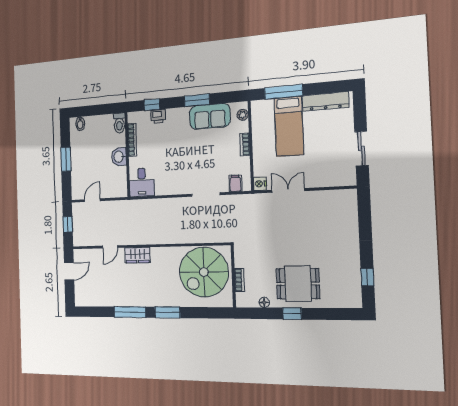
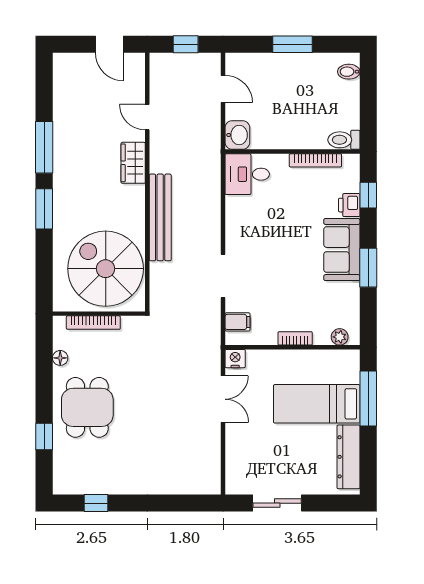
sofa: (210, 116) -> (342, 250), moved
washbasin: (119, 157) -> (237, 135), moved, turned 90
bench: (170, 237) -> (160, 217), added
bookcase: (240, 280) -> (93, 323), width x1.56
window: (292, 314) -> (44, 437), moved

